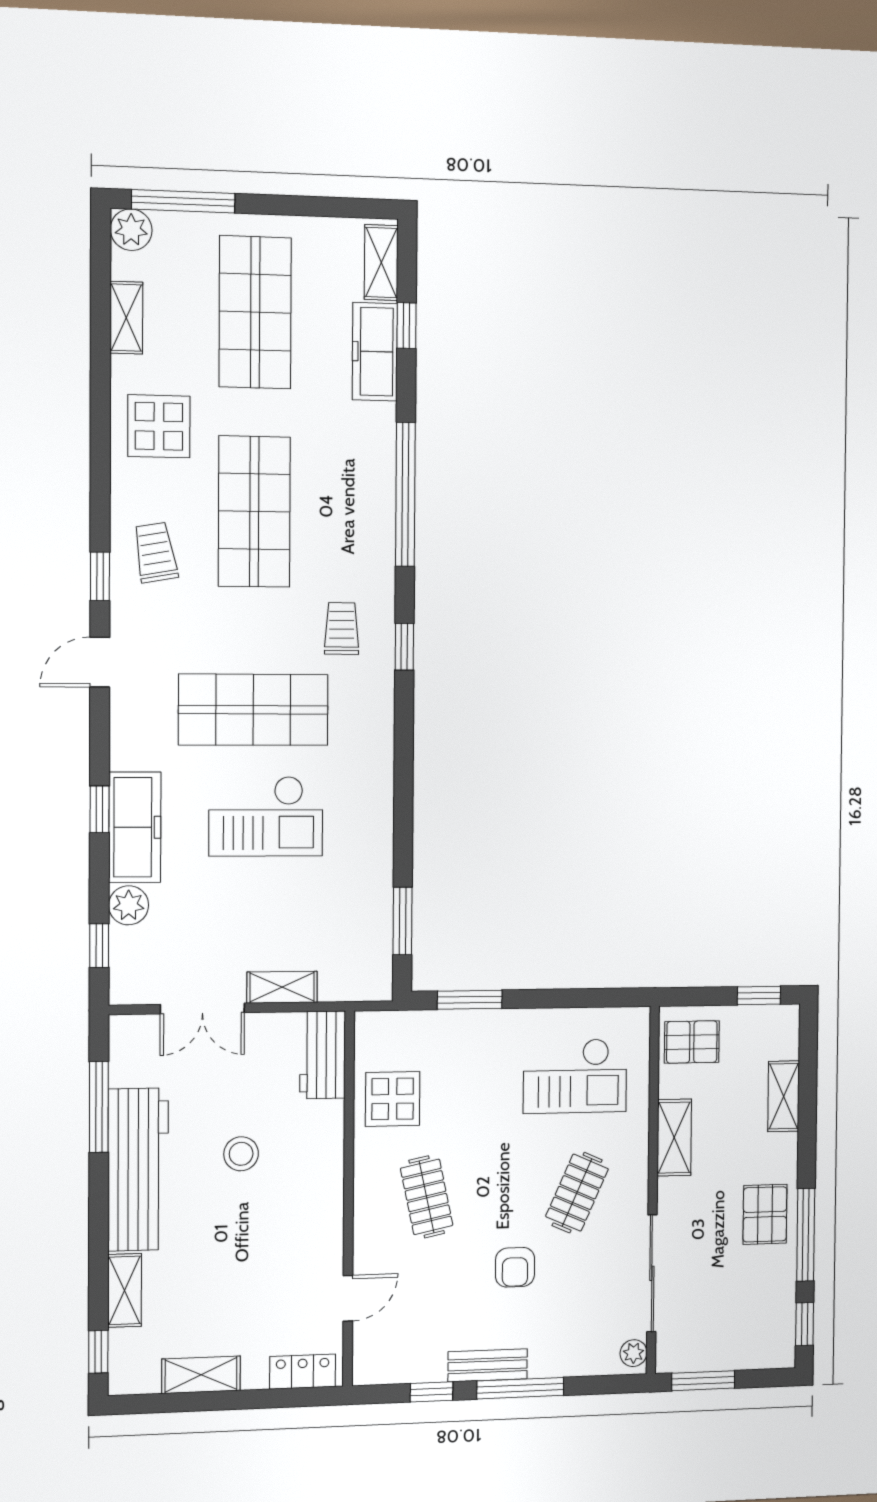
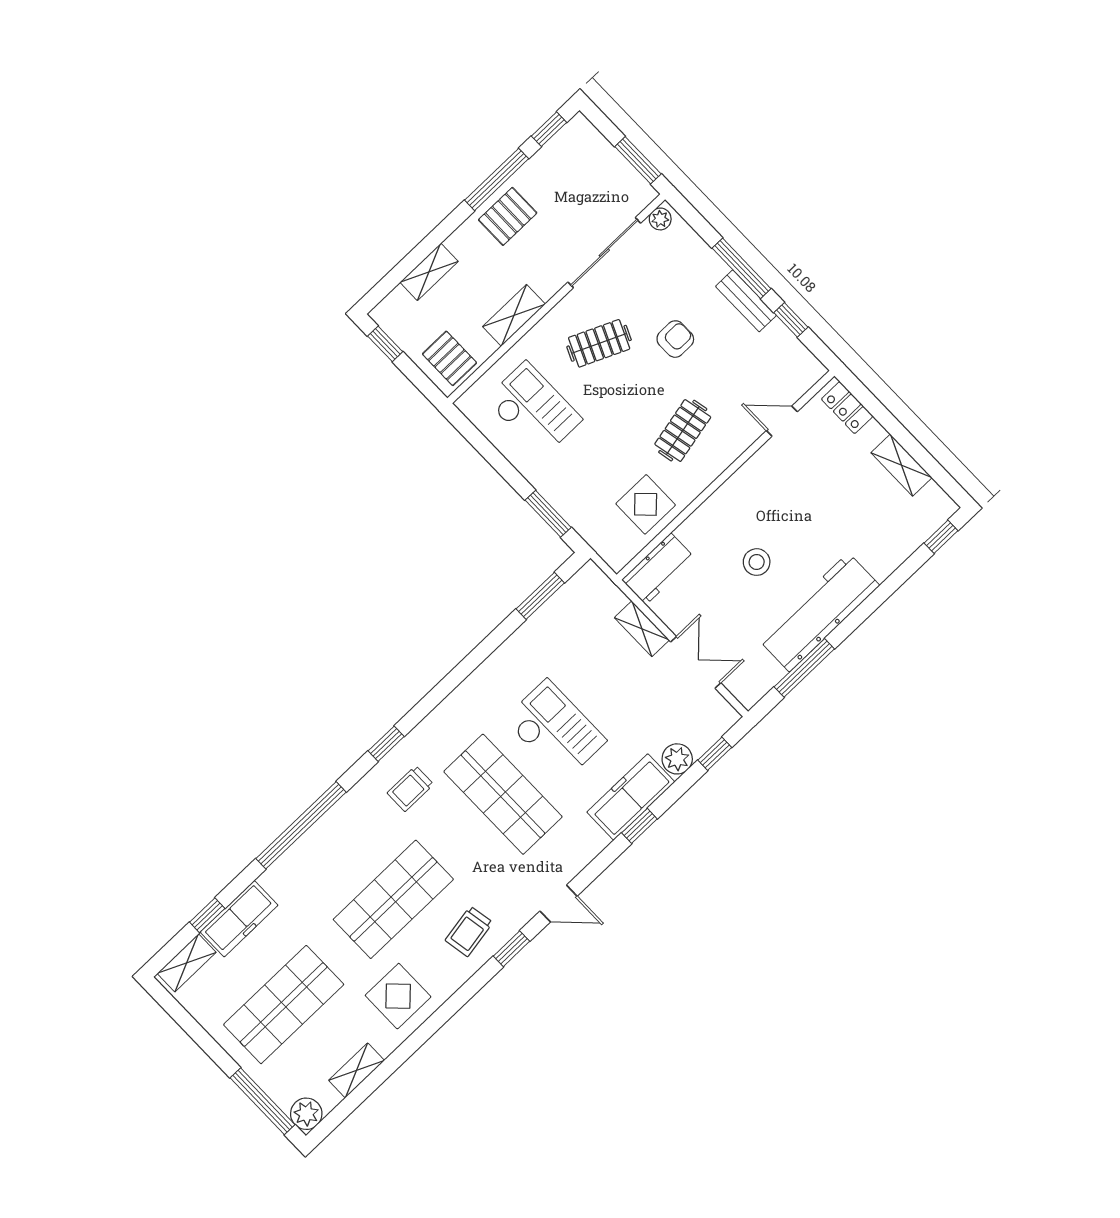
shelving: (125, 1290) -> (893, 555), removed

